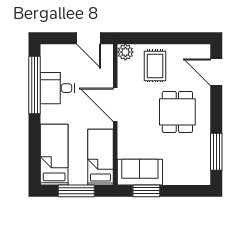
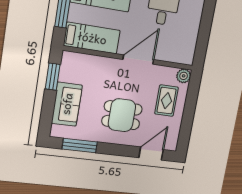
door: (89, 38) -> (202, 45), removed
rug: (155, 66) -> (166, 101), turned 90
sofa: (140, 172) -> (67, 104), moved

